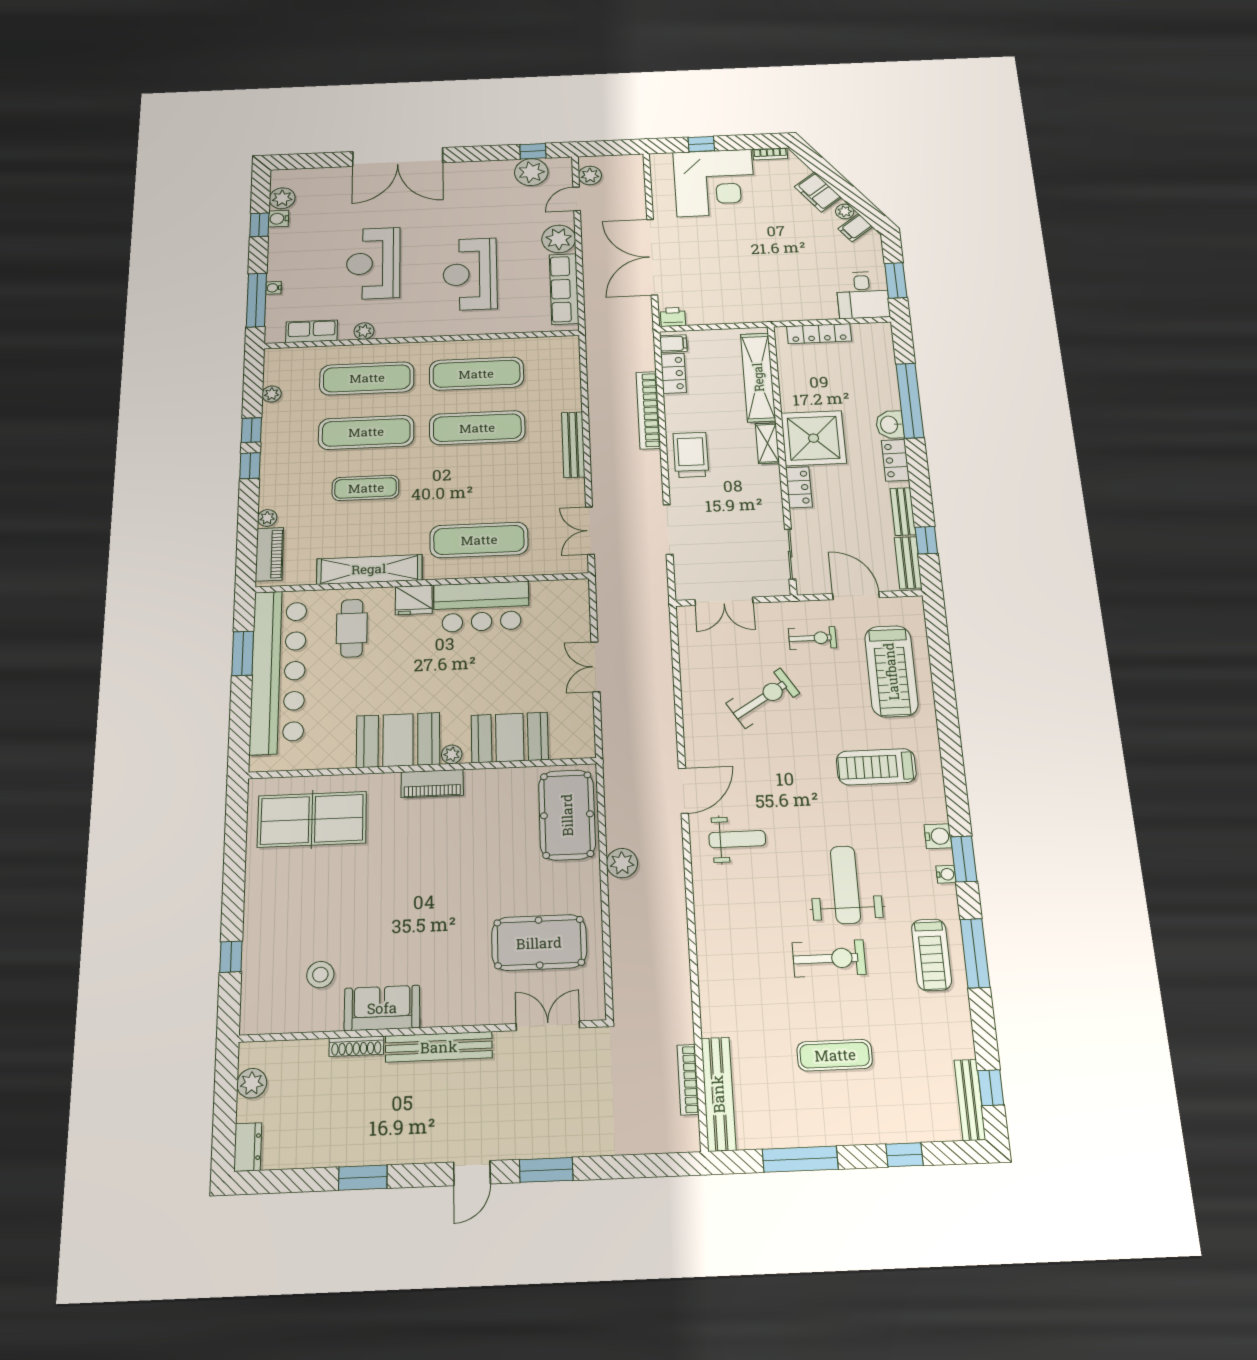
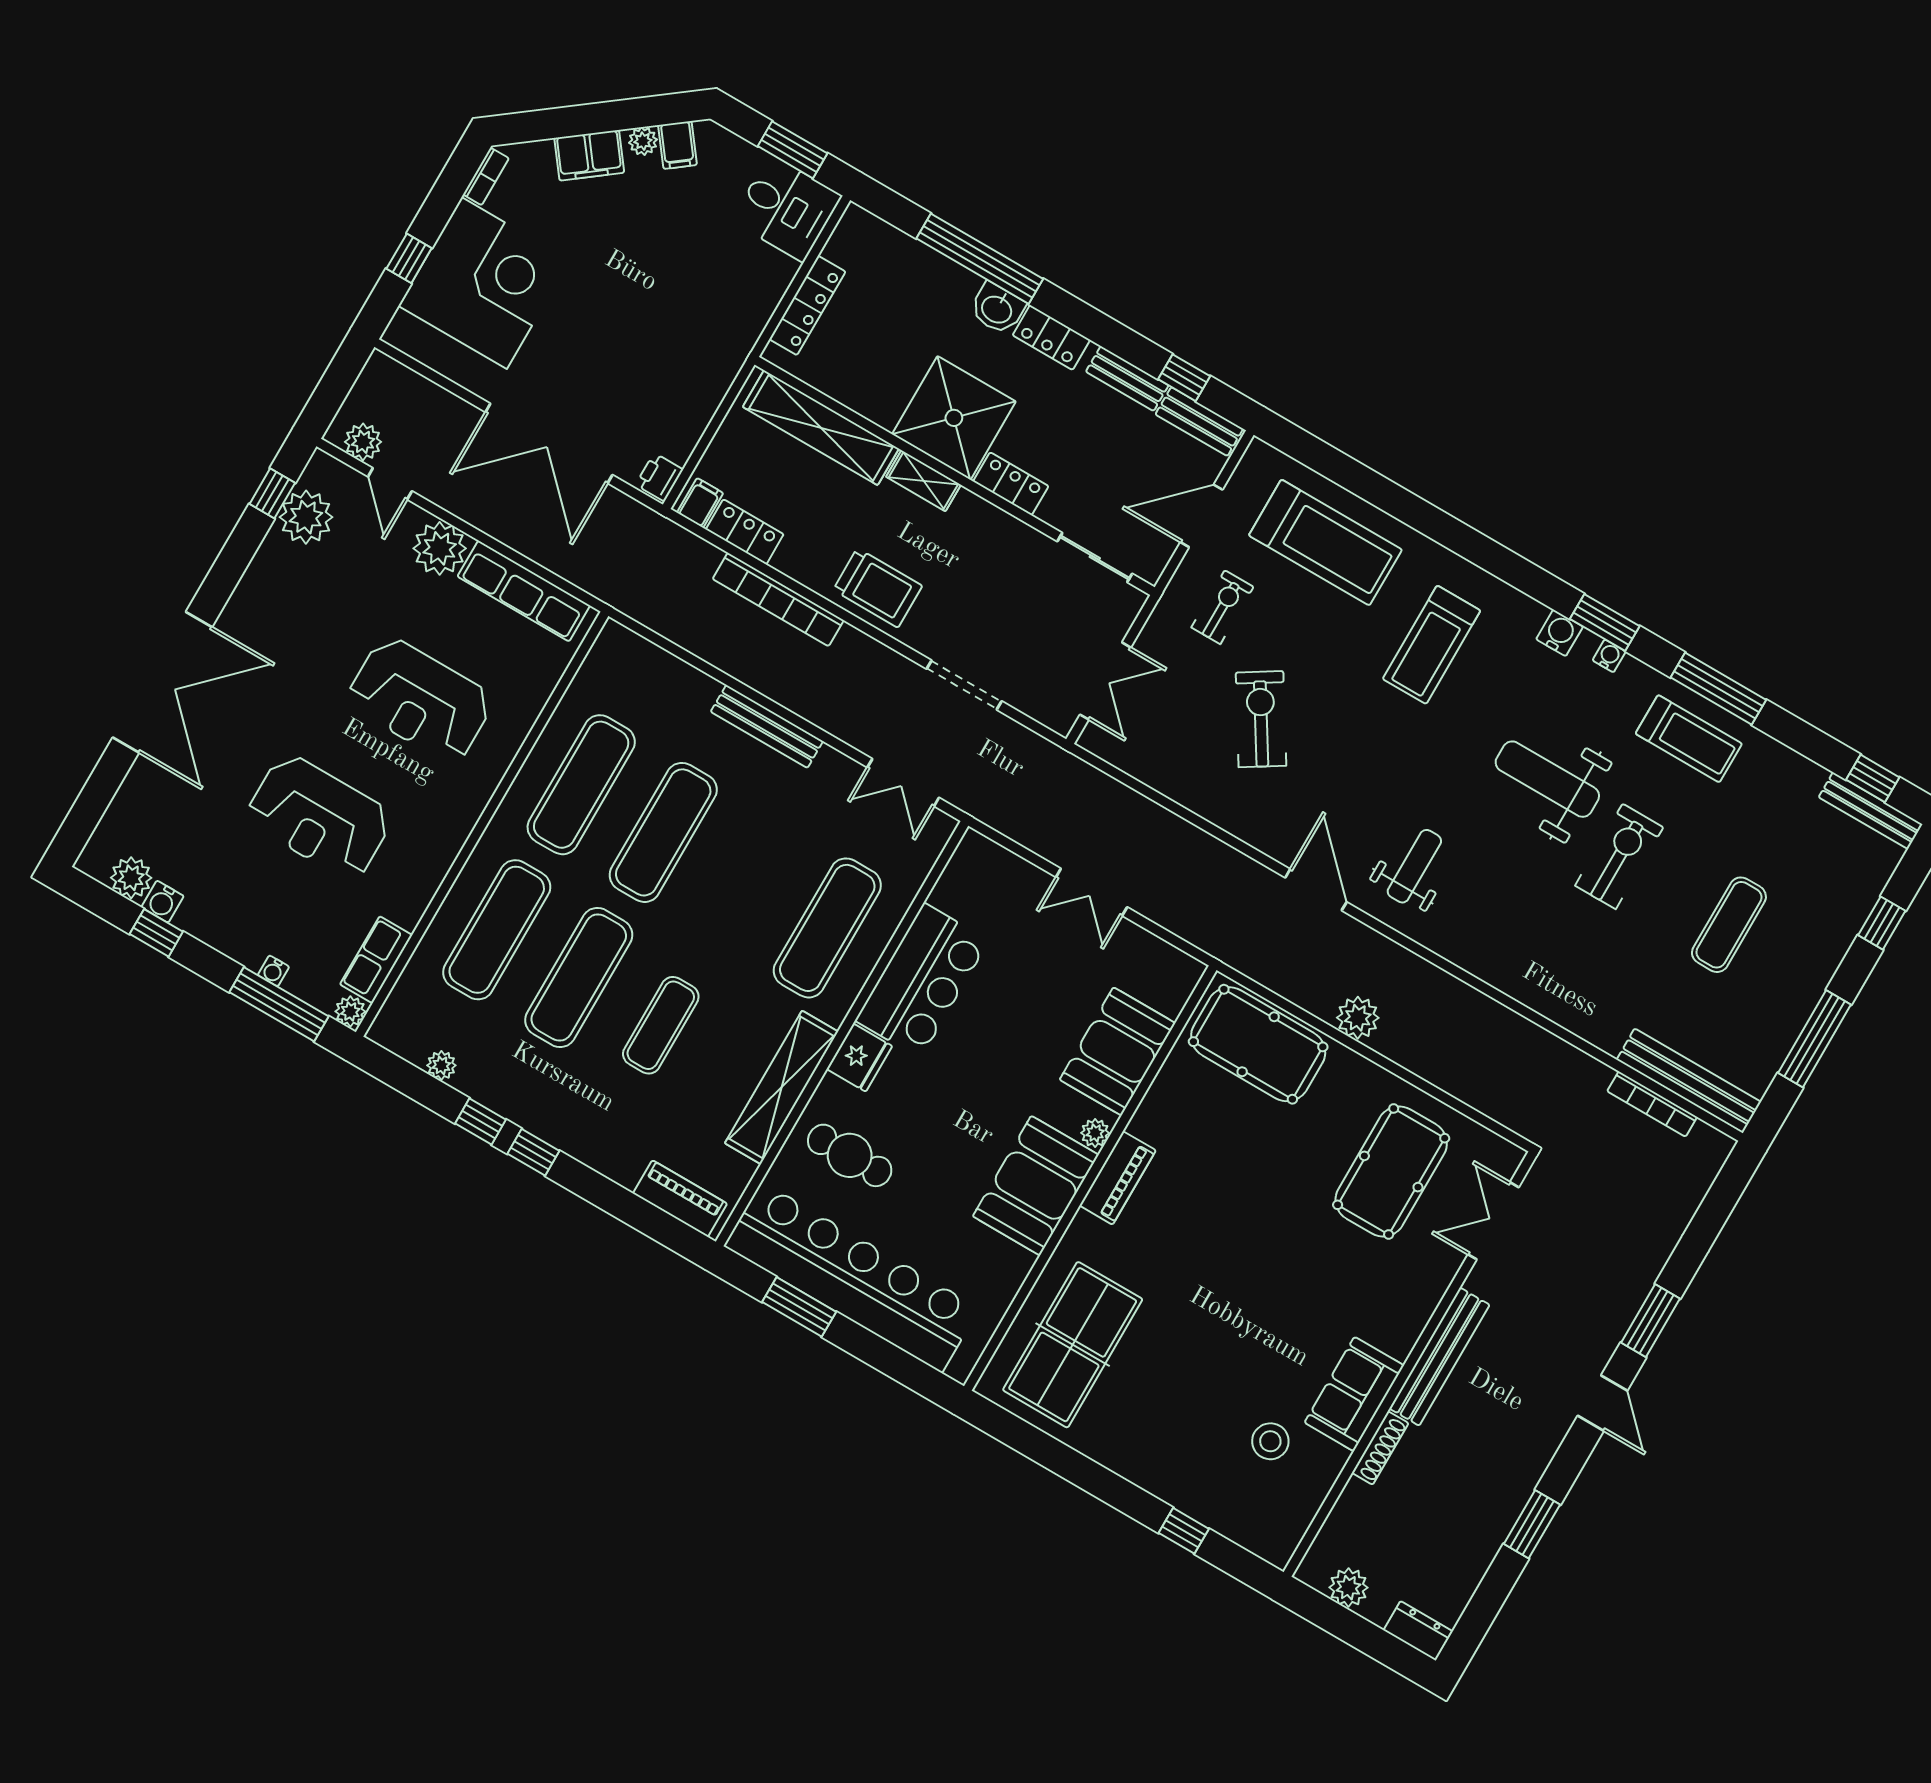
plant: (364, 331) -> (350, 1011), moved
trolley: (691, 455) -> (878, 588), turned 180
plant: (267, 518) -> (625, 1173), removed

